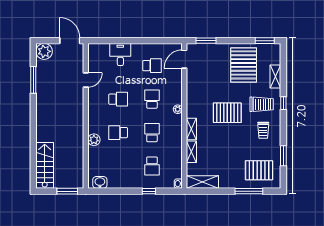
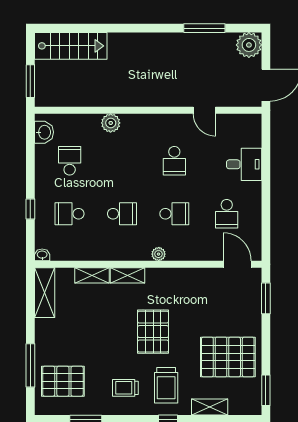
school desk: (118, 133) -> (70, 161), moved
pallet: (259, 170) -> (63, 381), turned 90

